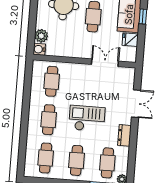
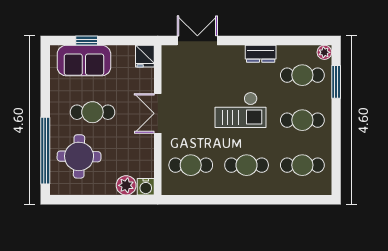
fridge: (130, 40) -> (145, 56), moved
double door: (105, 63) -> (158, 113), moved
double door: (136, 104) -> (197, 41), moved
checkout: (87, 118) -> (240, 110), turned -90

